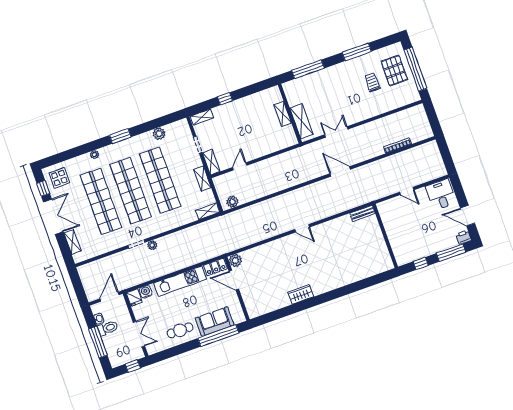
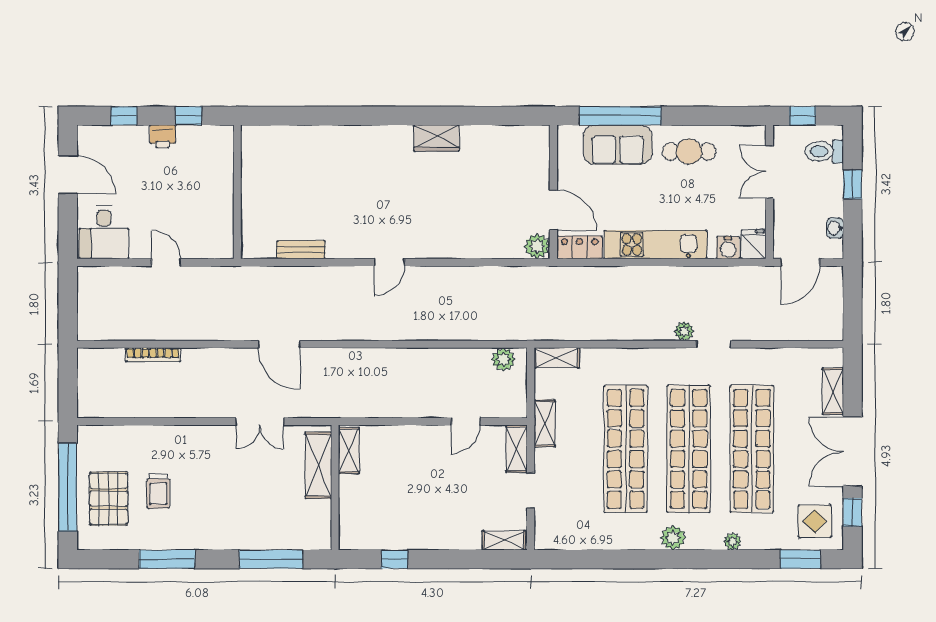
window: (225, 99) -> (394, 559), moved
shelving: (283, 114) -> (349, 450), moved
plant: (159, 134) -> (673, 538), moved
window: (120, 136) -> (800, 559), moved
bench: (363, 213) -> (301, 250), moved
door: (302, 228) -> (389, 262), swing flipped
printer: (464, 237) -> (163, 136), moved
window: (451, 253) -> (124, 116), width x0.46
toilet: (108, 328) -> (824, 151), moved
window: (98, 342) -> (852, 184), width x0.46

